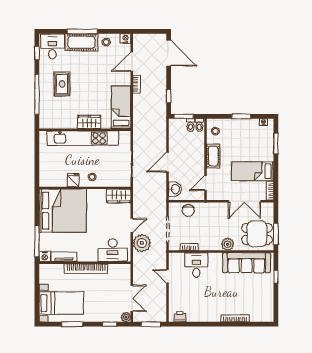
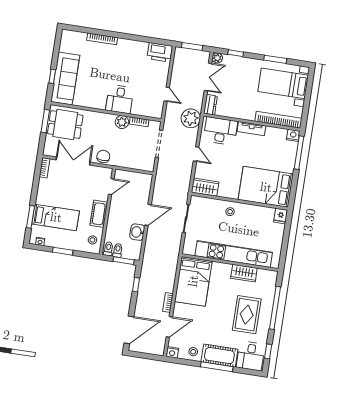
door: (169, 53) -> (129, 330), swing flipped
rug: (62, 84) -> (247, 315), width x1.36, depth x1.43
bed: (121, 107) -> (193, 281), width x1.50
wardrobe: (89, 122) -> (244, 273), moved
bed: (253, 171) -> (56, 217), moved
fridge: (73, 180) -> (281, 216), moved
washbasin: (175, 189) -> (137, 232), moved
chair: (188, 210) -> (103, 156), moved
bed: (63, 211) -> (266, 187), width x0.73
door: (132, 225) -> (196, 154), swing flipped
plant: (142, 243) -> (191, 118), moved
plant: (228, 244) -> (122, 122), moved
tv unit: (64, 257) -> (251, 129), moved
sofa: (246, 263) -> (65, 78), moved, turned 90
desk: (196, 265) -> (120, 99), moved
bookcase: (86, 269) -> (278, 120), moved
dresser: (126, 273) -> (210, 105), added
double door: (132, 298) -> (208, 77), swing flipped
printer: (180, 317) -> (160, 52), width x1.87, depth x1.48

